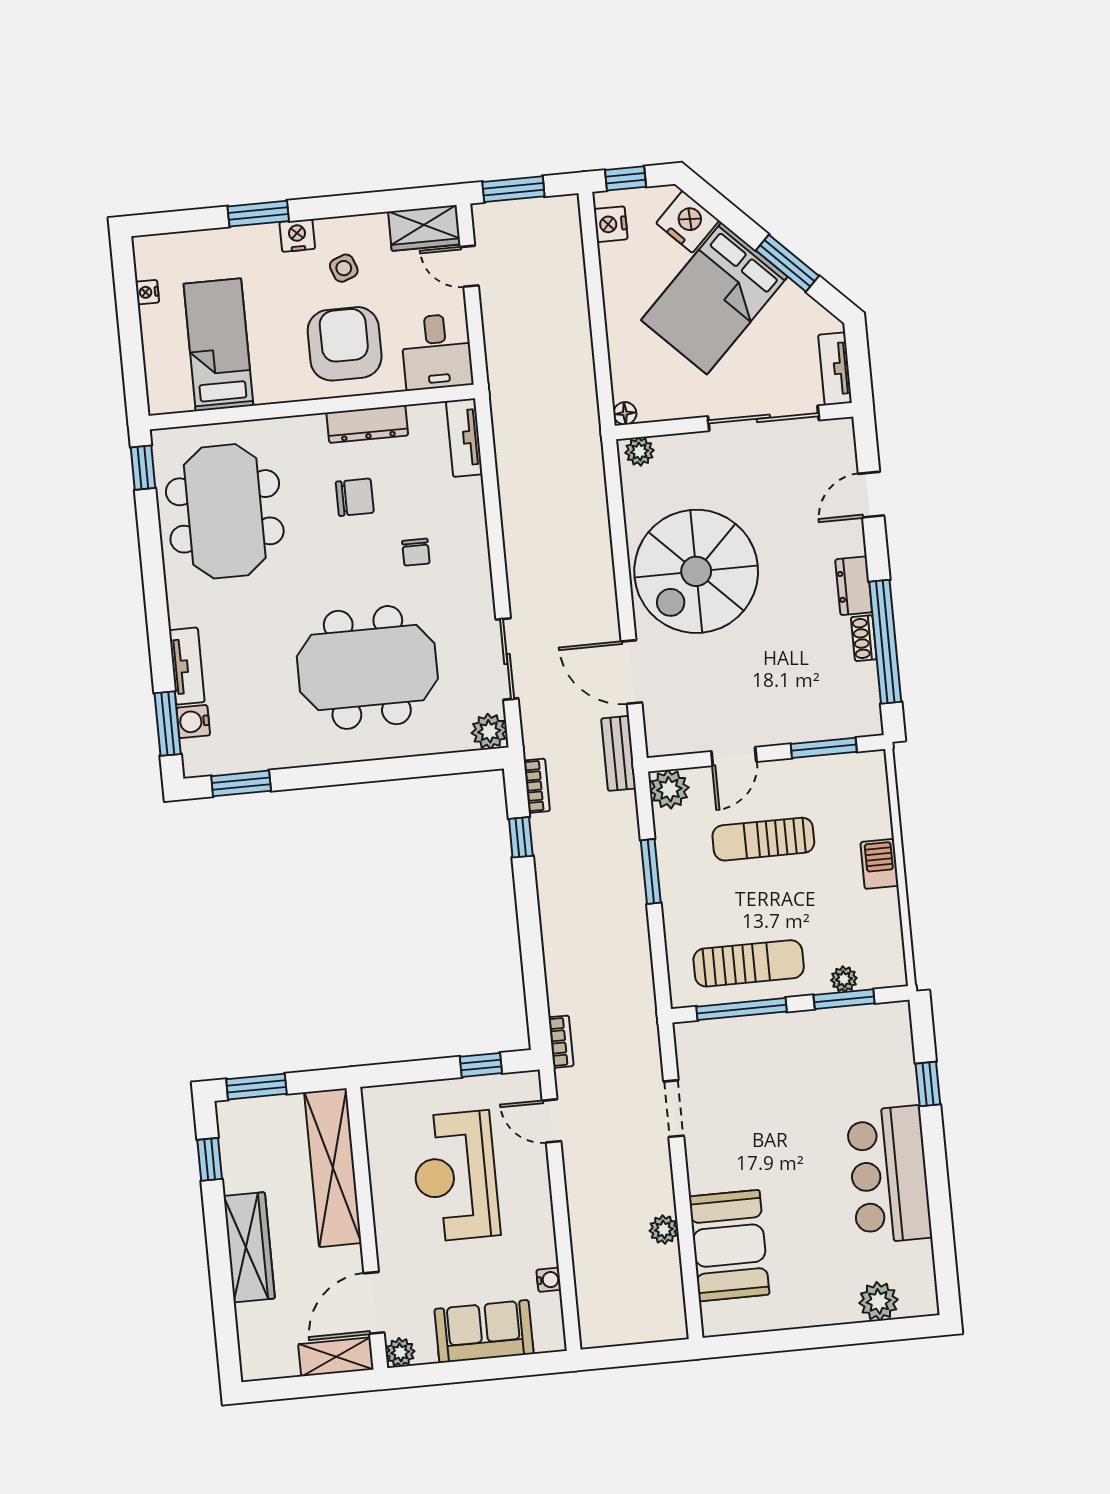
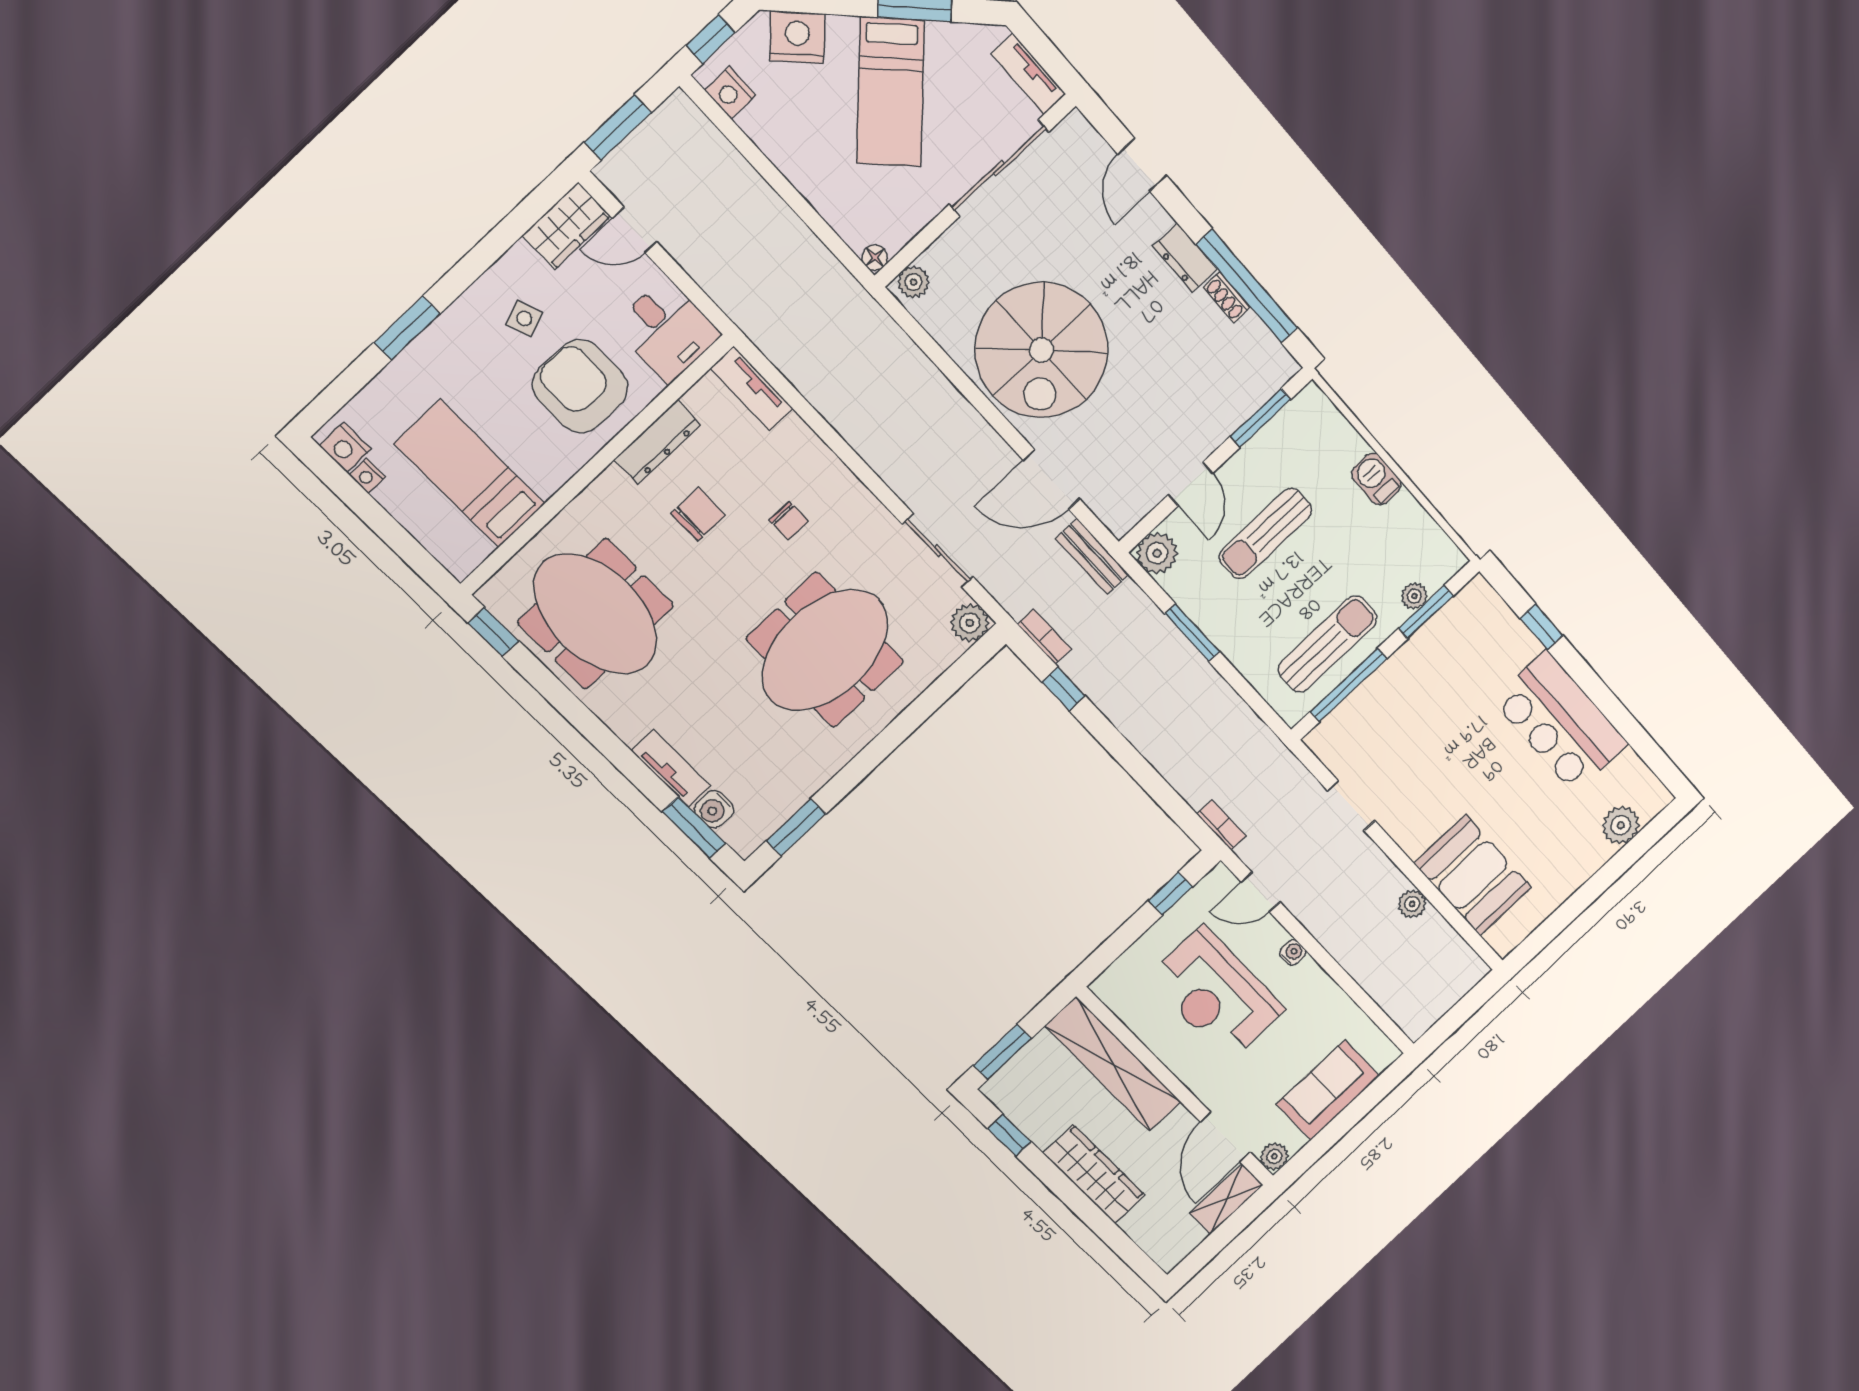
nightstand: (297, 235) -> (345, 447), moved, turned -90
bed: (714, 298) -> (891, 92), width x0.67
water cooler: (549, 1280) -> (1293, 953), moved

